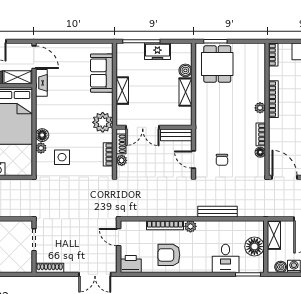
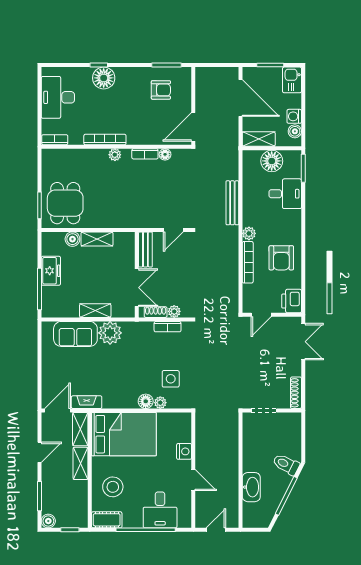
dining table: (217, 64) -> (65, 203), turned 90
plant: (103, 122) -> (110, 333), moved
chair: (222, 160) -> (174, 198), removed

